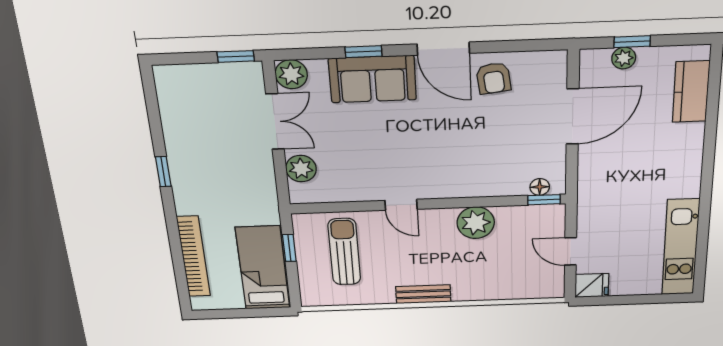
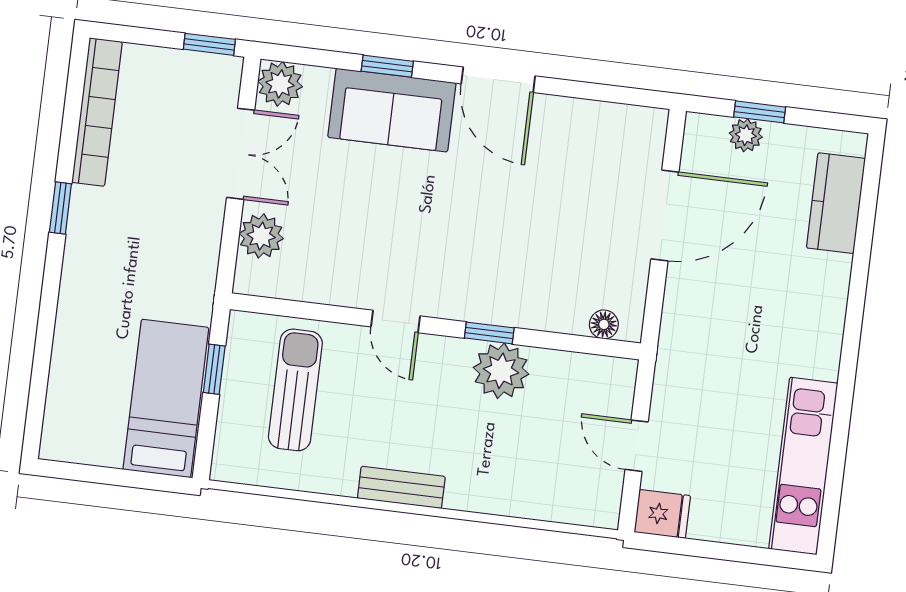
armchair: (494, 78) -> (561, 136), removed
window: (544, 200) -> (489, 333), moved
bookcase: (194, 257) -> (97, 112), moved

